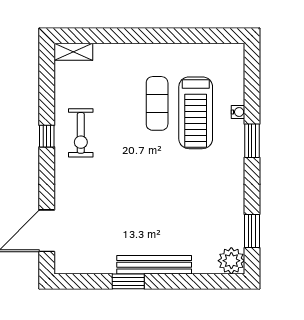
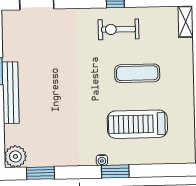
exercise mat: (157, 103) -> (137, 73), moved
water cooler: (238, 112) -> (102, 160), moved

